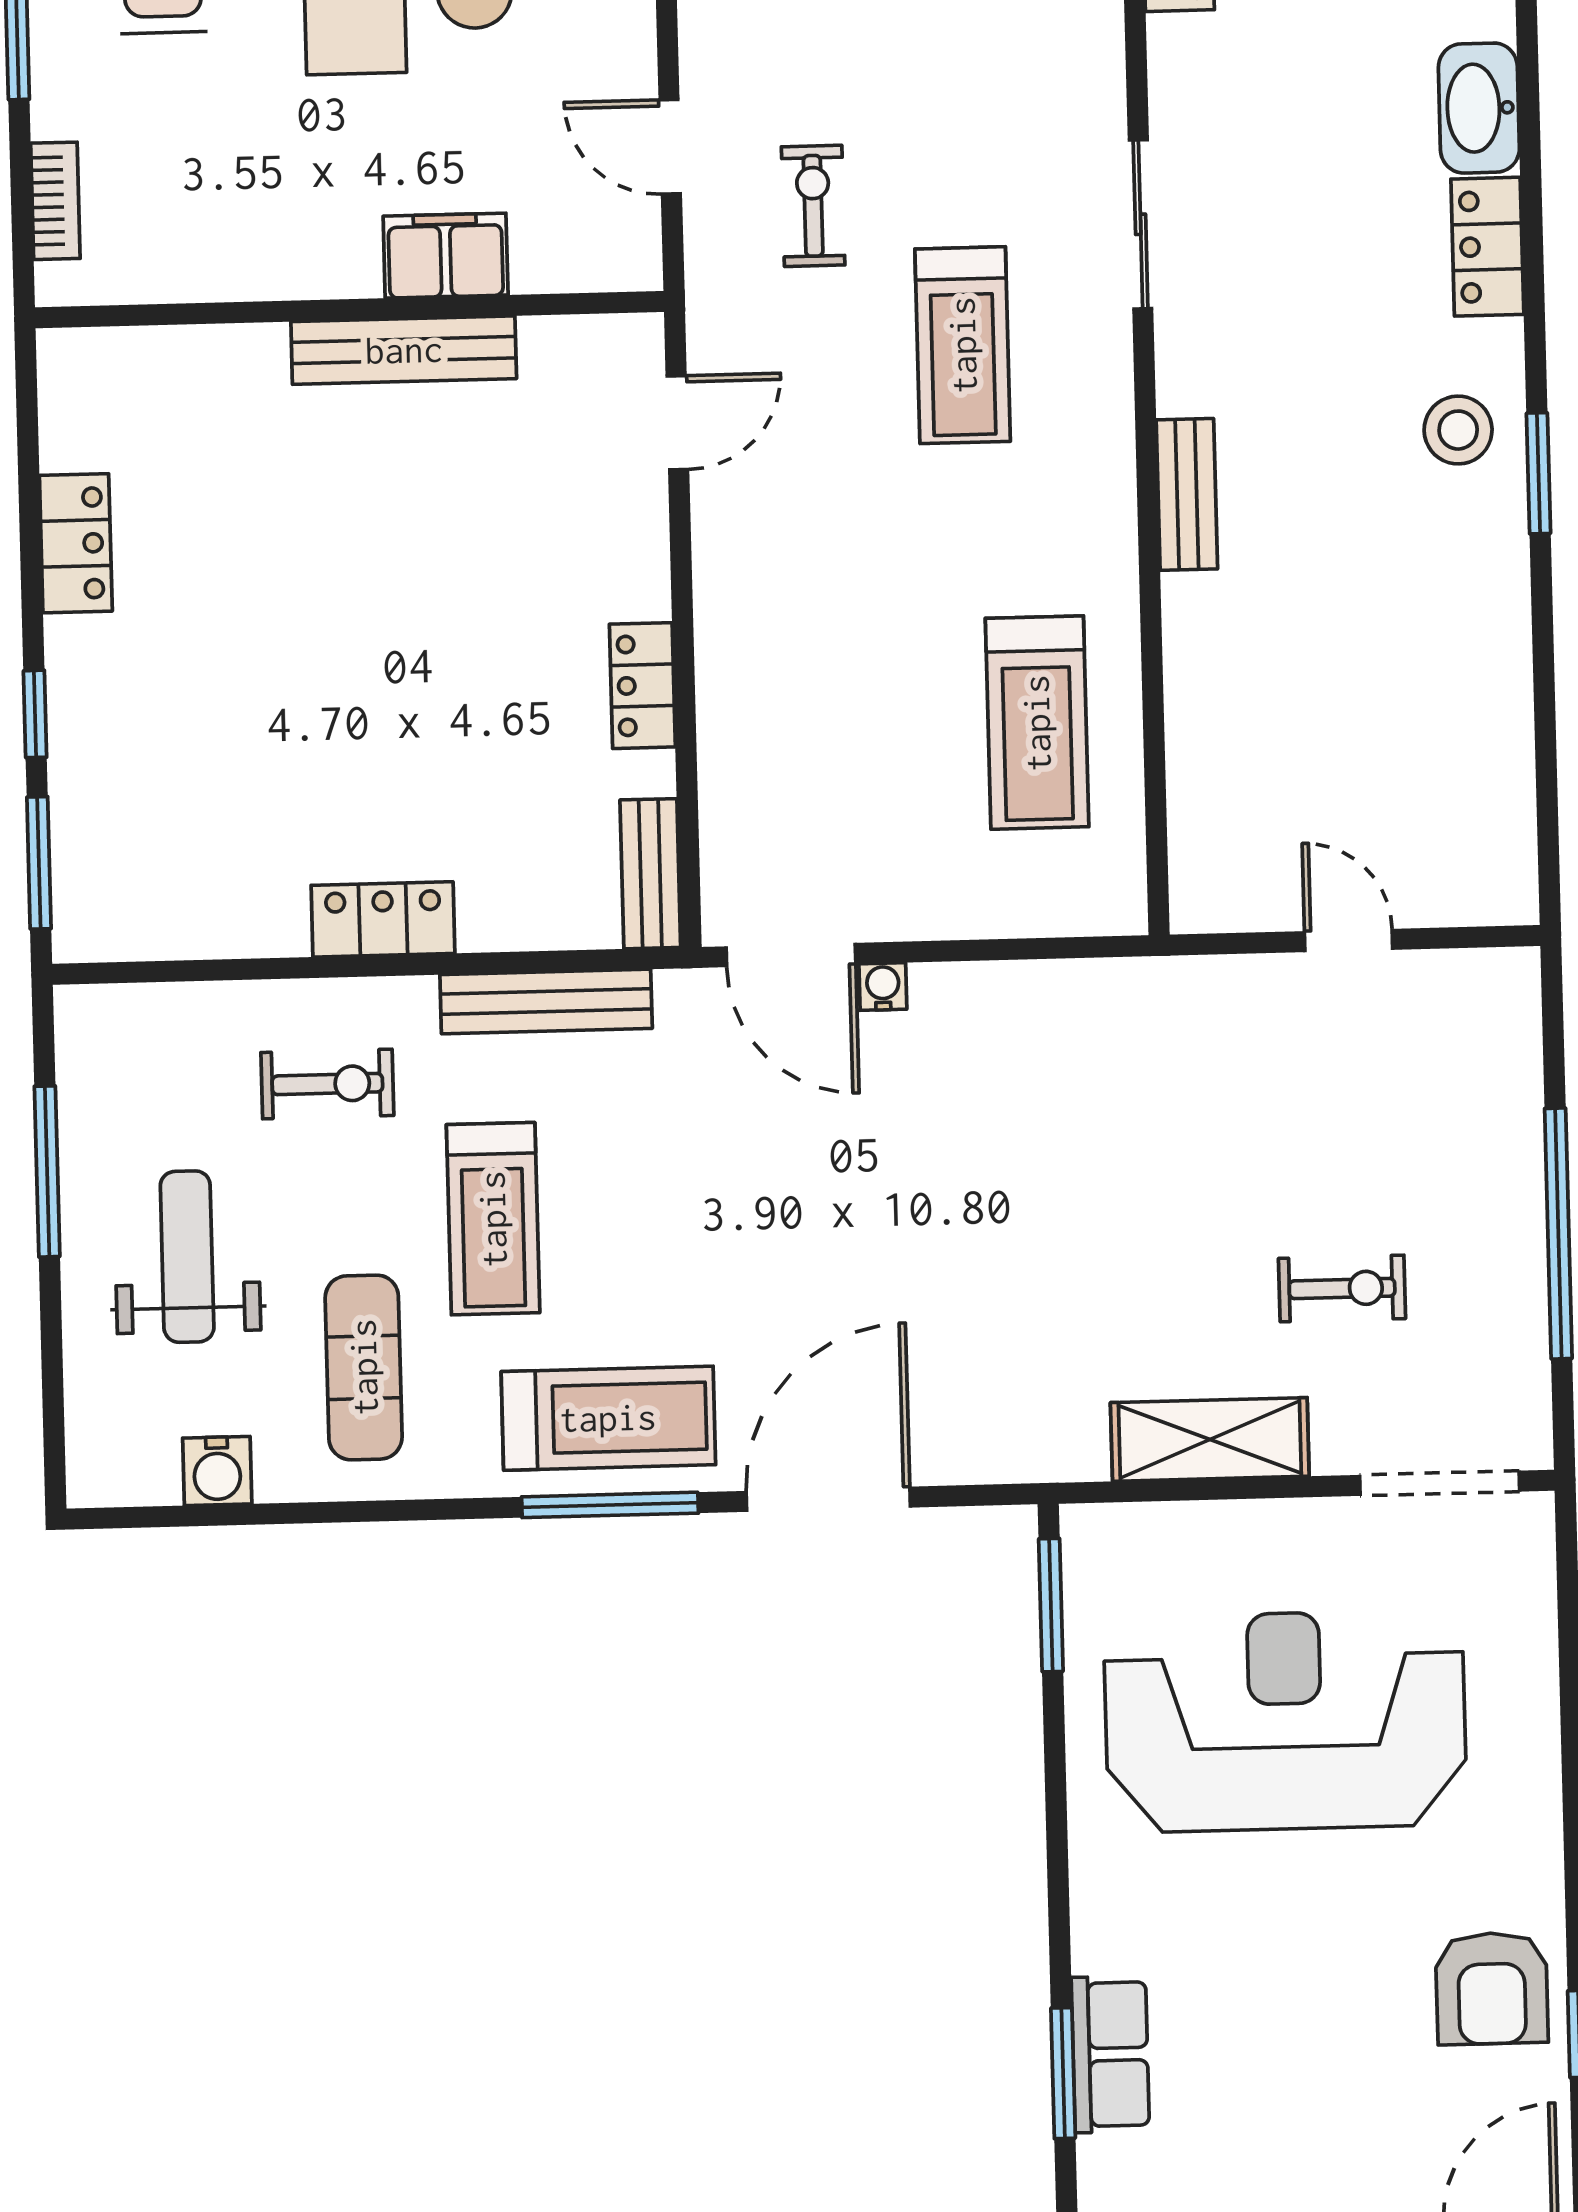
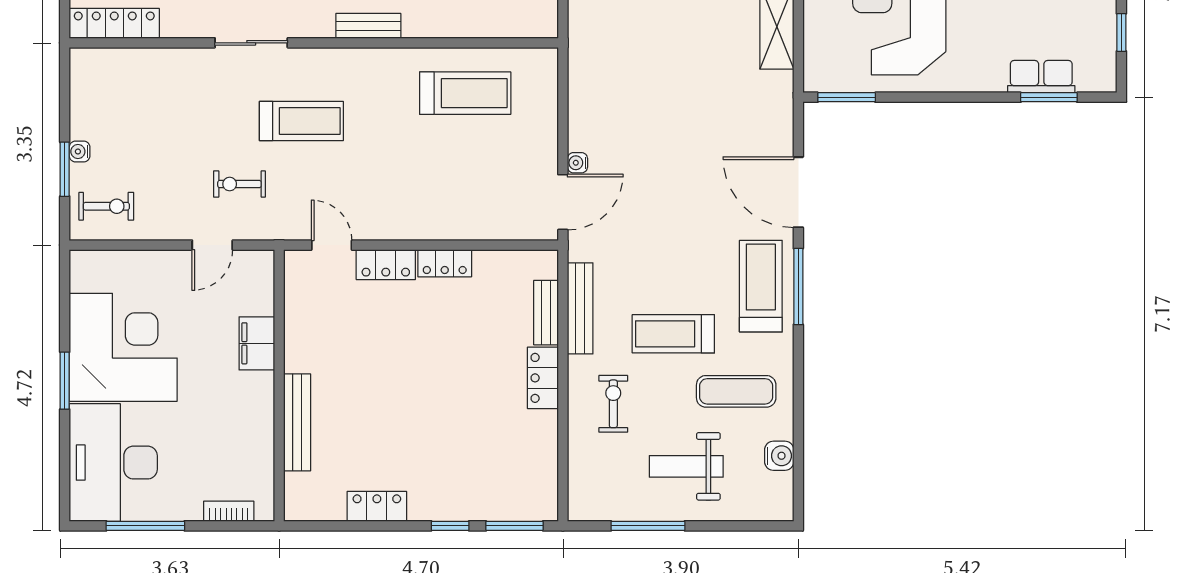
bench: (404, 350) -> (297, 422), moved
locker: (636, 549) -> (386, 265), added
bench: (650, 874) -> (546, 313), moved, turned 90
treadmill: (493, 1219) -> (673, 334), turned 180

